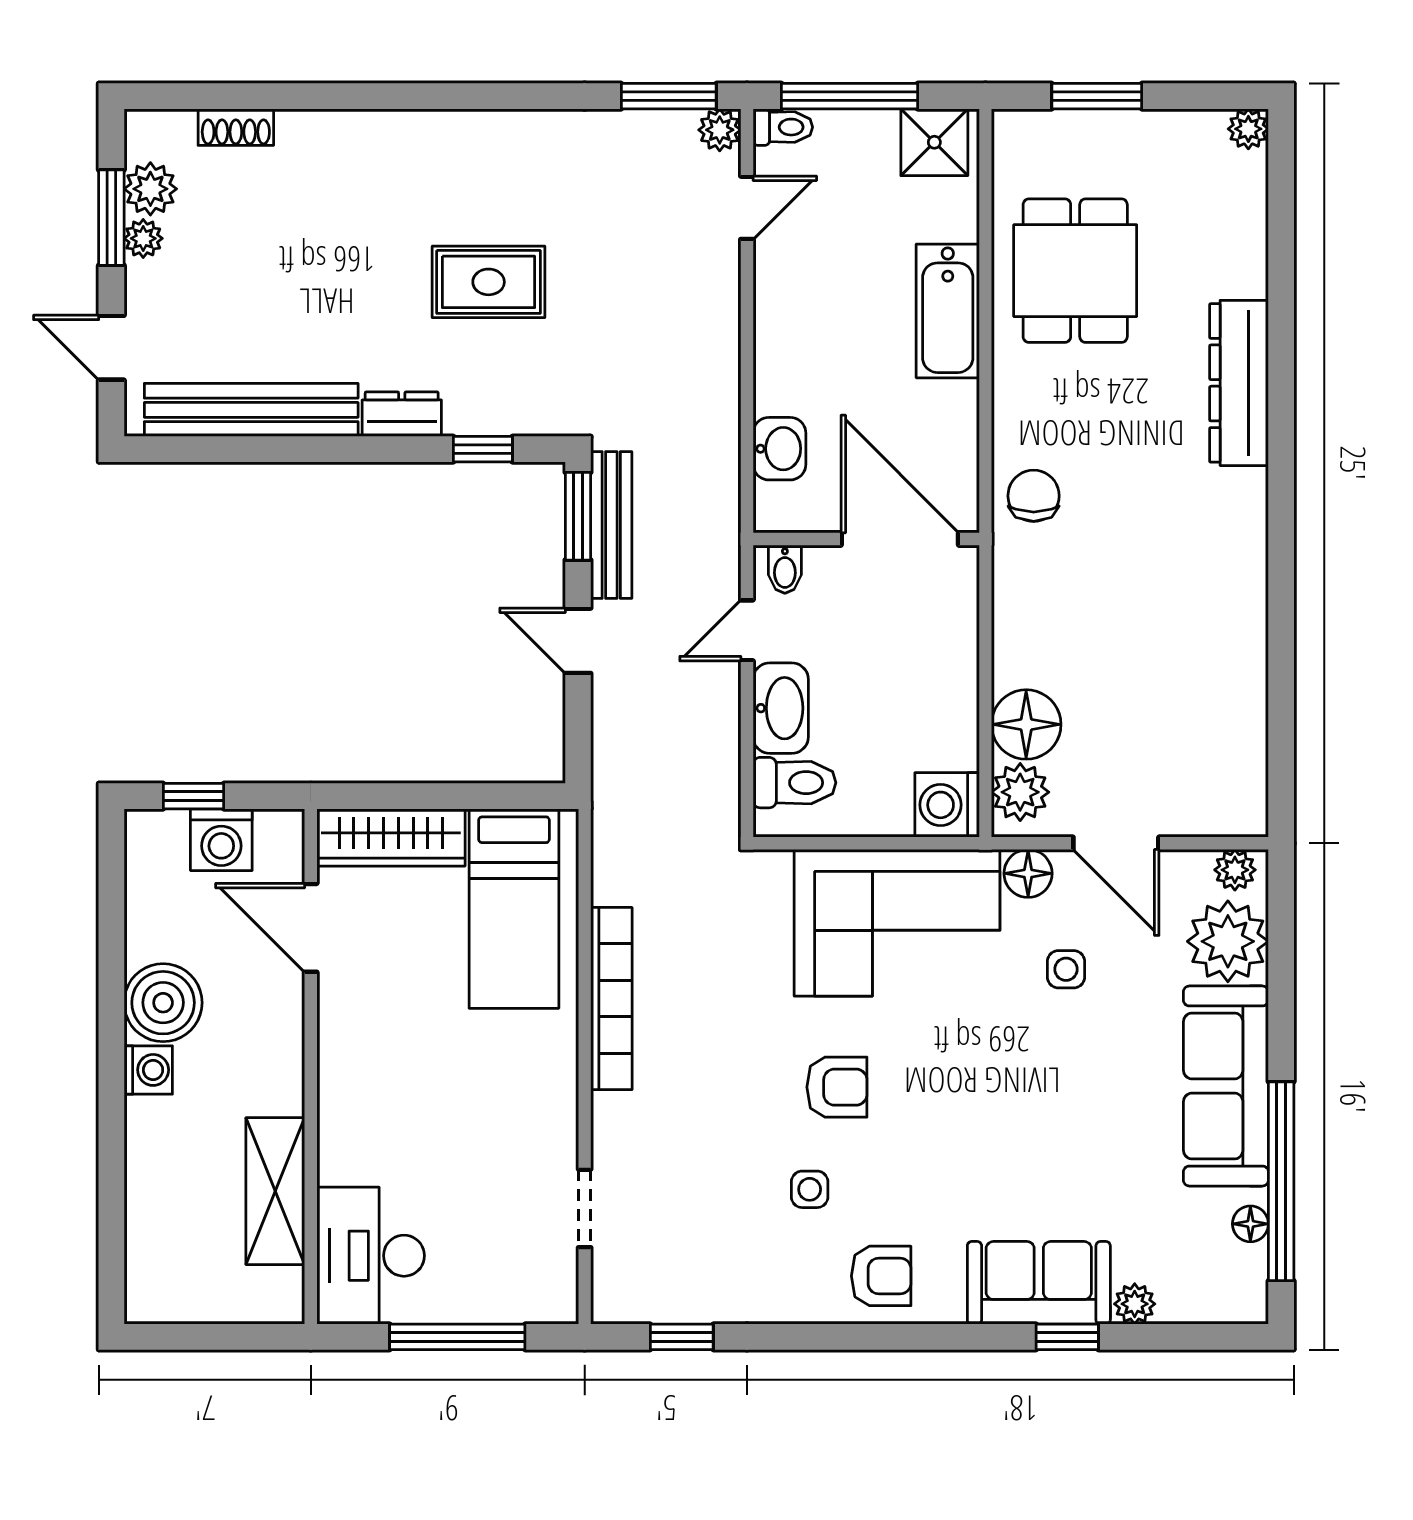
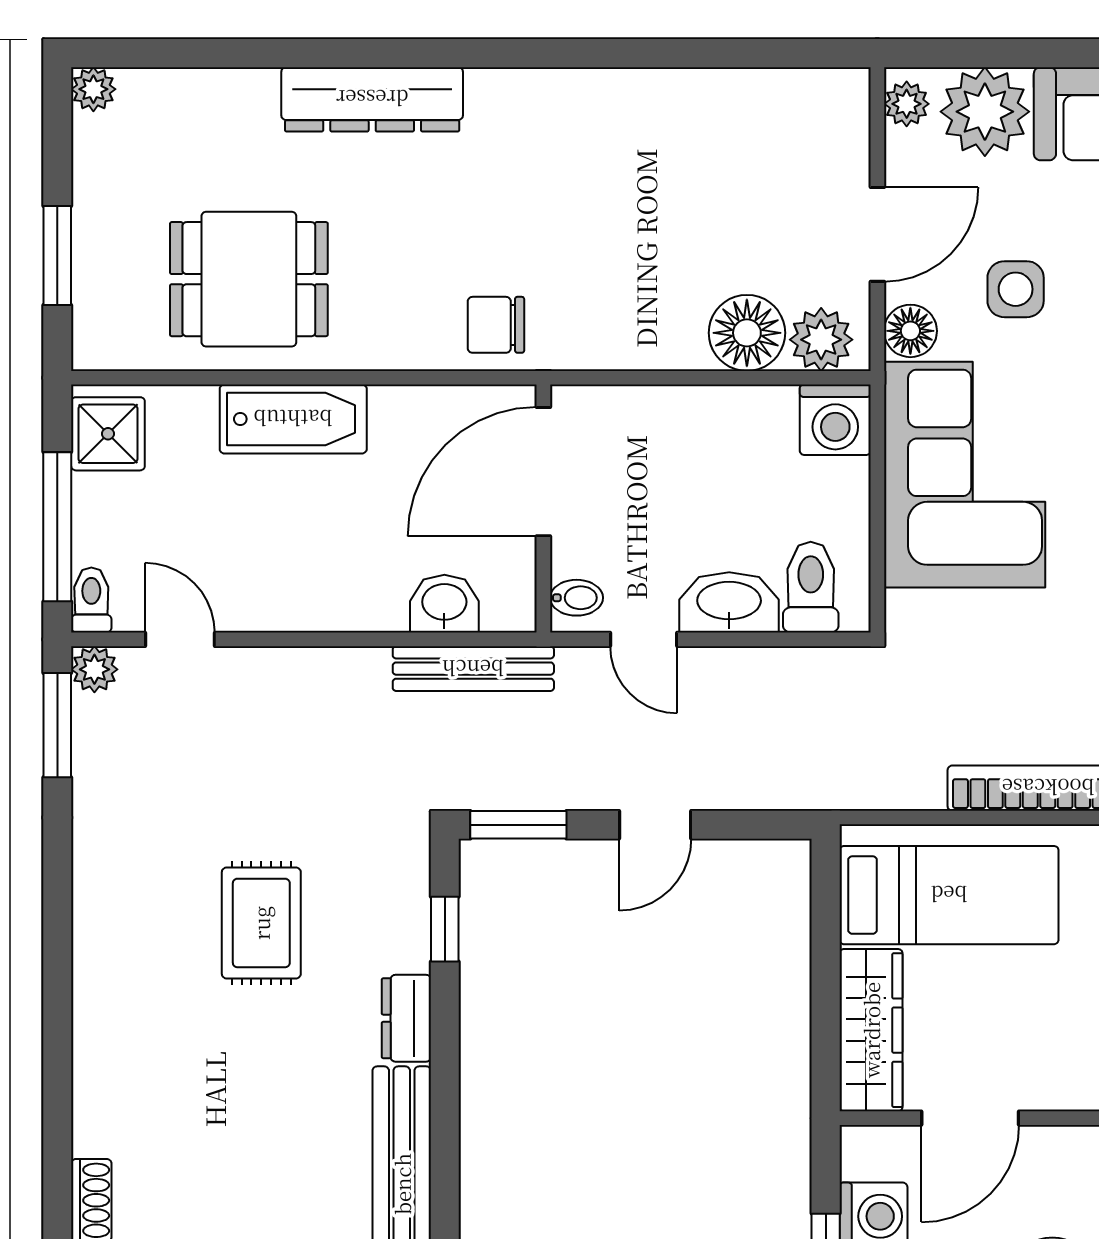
bench: (611, 525) -> (473, 669), moved
side table: (1066, 969) -> (1016, 289), width x1.37, depth x1.37

